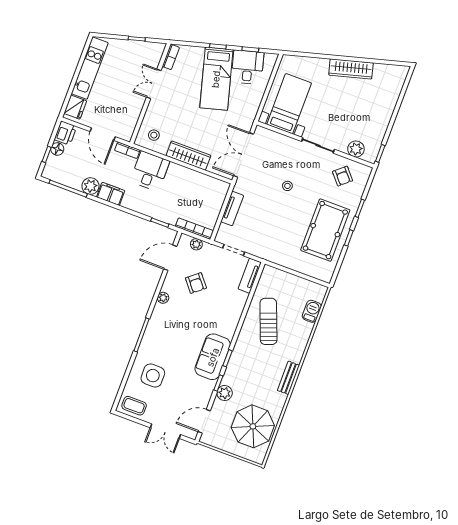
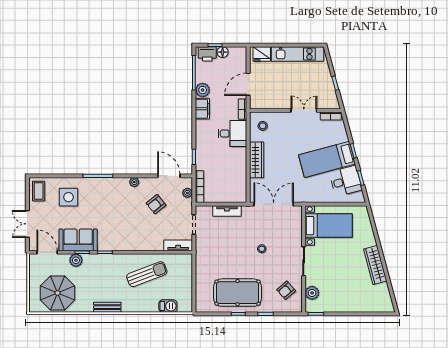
printer: (65, 133) -> (207, 54), moved
sofa: (213, 357) -> (78, 240), moved

